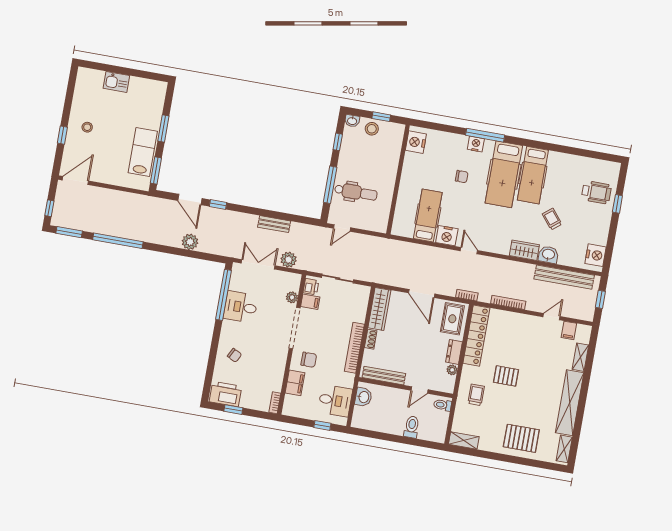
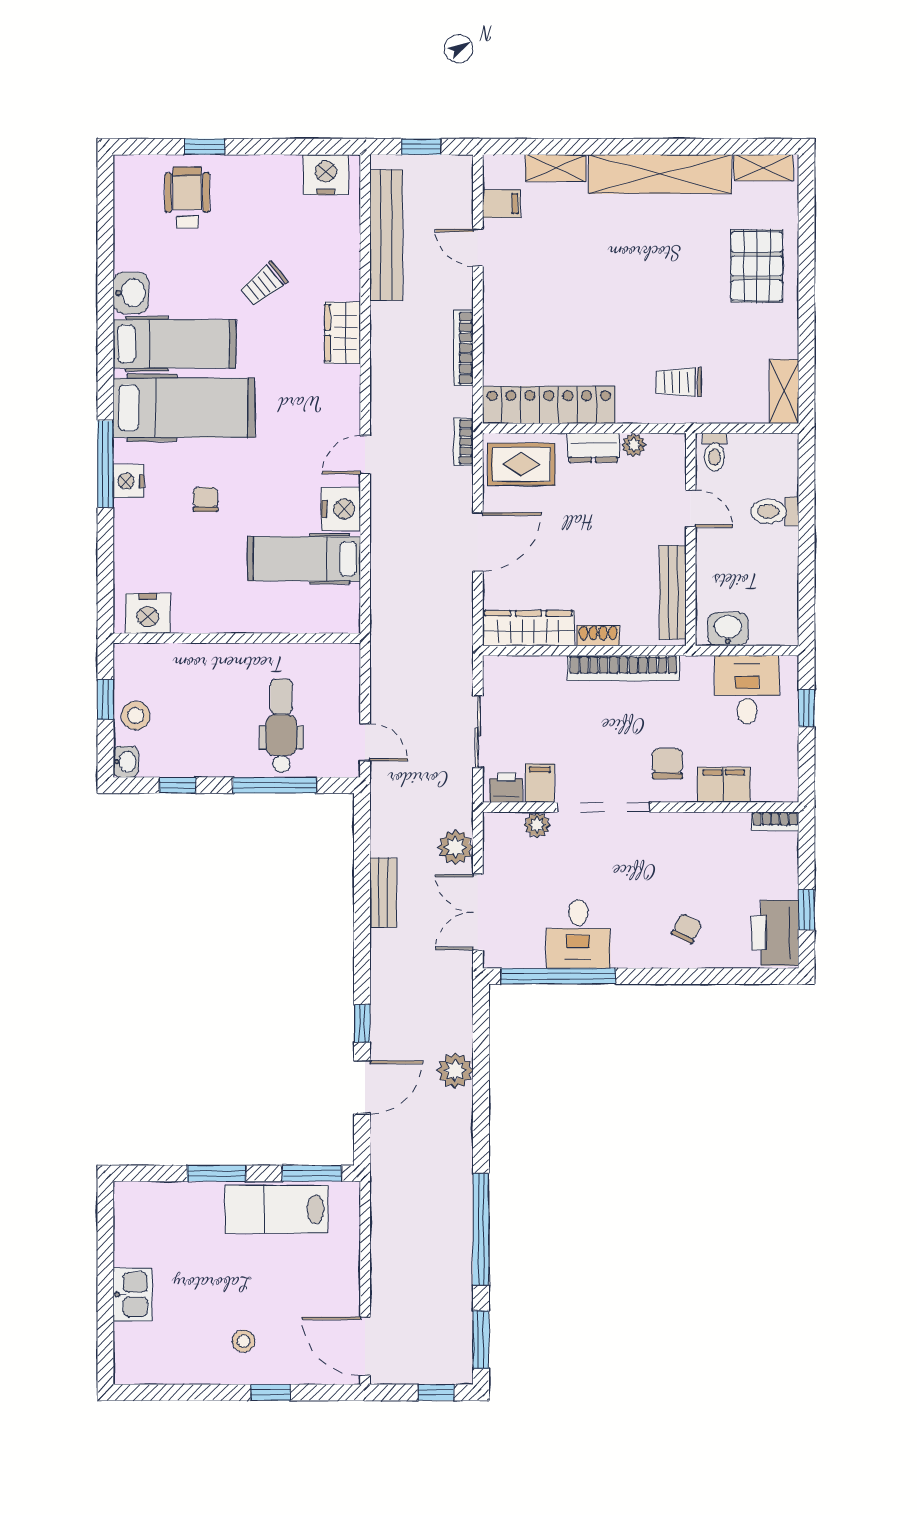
washbasin: (548, 255) -> (131, 293), moved, turned 180
pallet: (506, 376) -> (626, 324), removed

